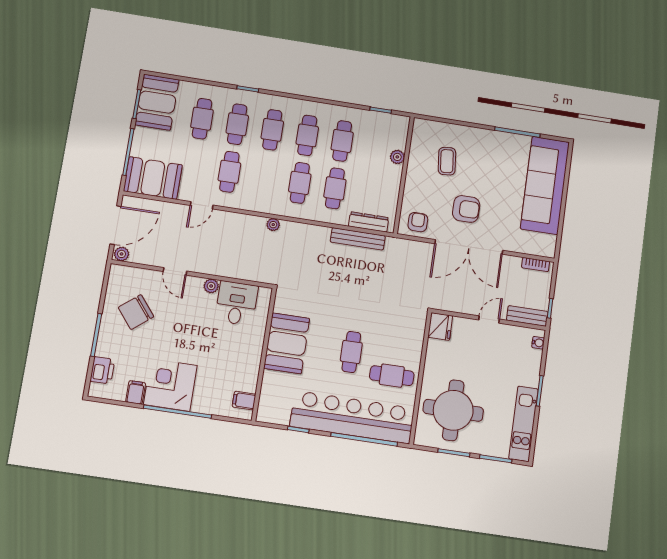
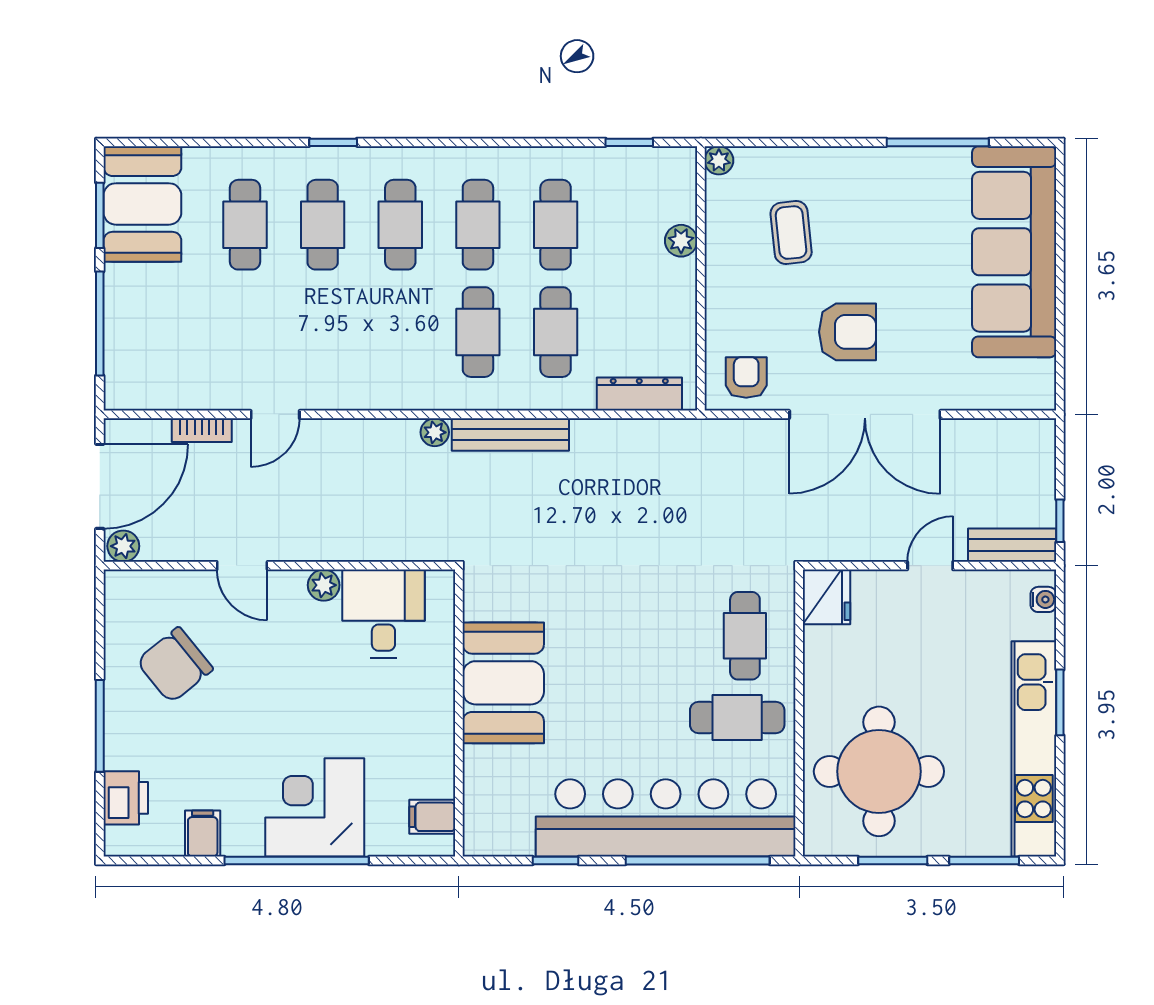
plant: (419, 124) -> (719, 160), added
cafe table: (229, 172) -> (323, 332), removed
booth: (153, 178) -> (161, 372), removed
bench: (358, 239) -> (510, 435), moved
bookcase: (536, 265) -> (202, 430), moved
cafe table: (351, 352) -> (745, 636), moved
corner desk: (170, 385) -> (315, 807), moved
kitchen unit: (523, 424) -> (1034, 749), width x1.36

